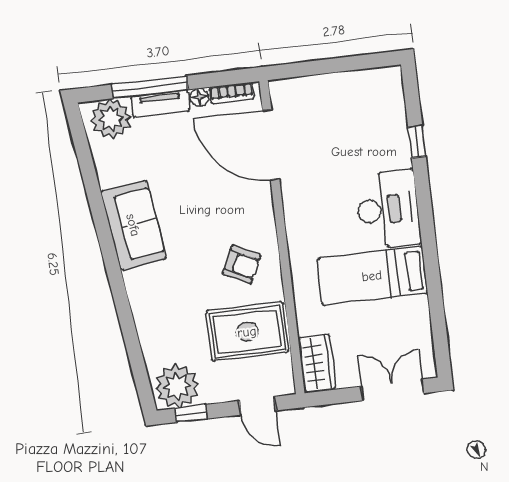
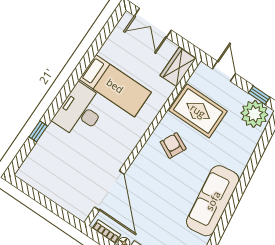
sofa: (133, 225) -> (213, 201), width x1.36

